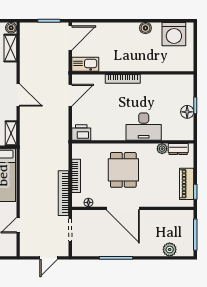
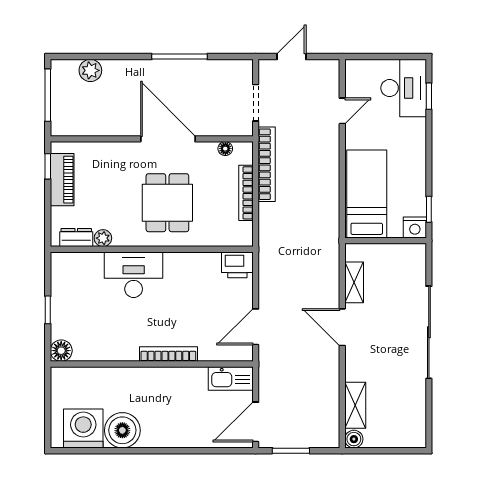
boiler: (145, 28) -> (122, 430), width x1.86, depth x1.86
floor lamp: (187, 112) -> (61, 351), moved
shelving: (11, 133) -> (354, 282), moved

